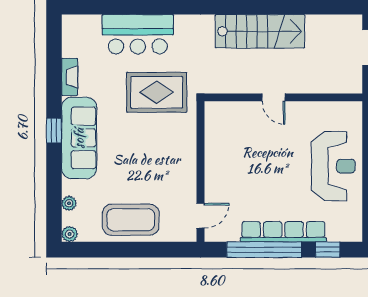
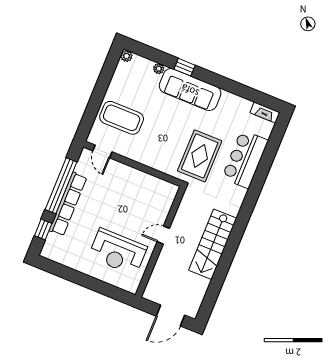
fireplace: (70, 77) -> (265, 113), moved
window: (54, 131) -> (185, 67), moved
reception desk: (333, 166) -> (118, 252), moved
plant: (69, 203) -> (159, 69), moved
coffee table: (131, 220) -> (122, 118), moved, turned 90

